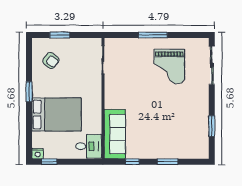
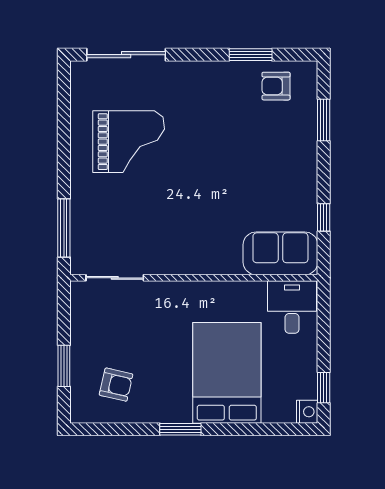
window: (153, 35) -> (64, 228), moved
armchair: (51, 60) -> (116, 385), turned 65
sofa: (115, 134) -> (280, 253), width x0.73
armchair: (196, 138) -> (276, 86), added
window: (168, 162) -> (324, 120), moved

